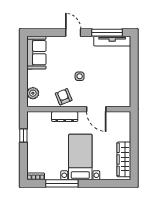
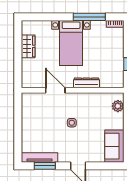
window: (107, 33) -> (45, 166), width x0.69
armchair: (64, 97) -> (88, 102), removed
wardrobe: (124, 159) -> (28, 46), width x0.67

